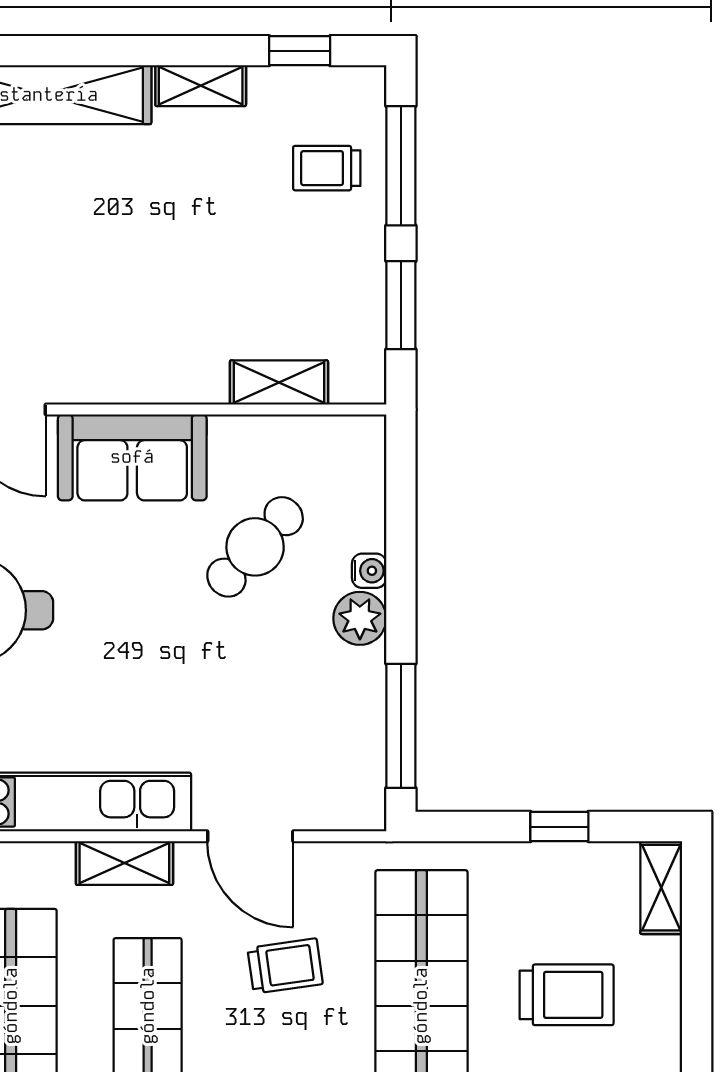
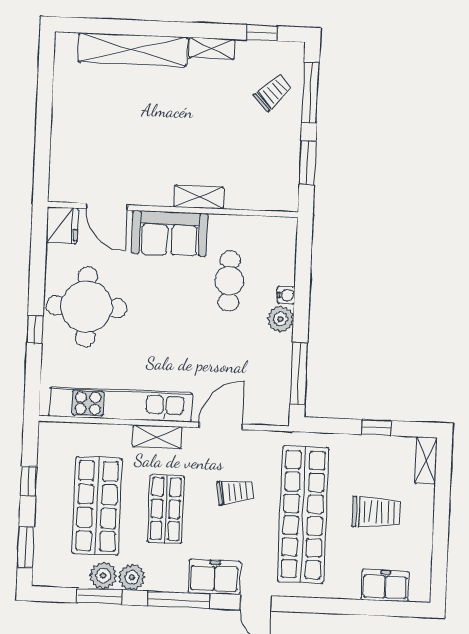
trolley: (327, 168) -> (273, 92), turned 136
shelving: (279, 383) -> (199, 197), moved
cafe table: (255, 547) -> (229, 281), turned -43
door: (250, 836) -> (221, 426), swing flipped

